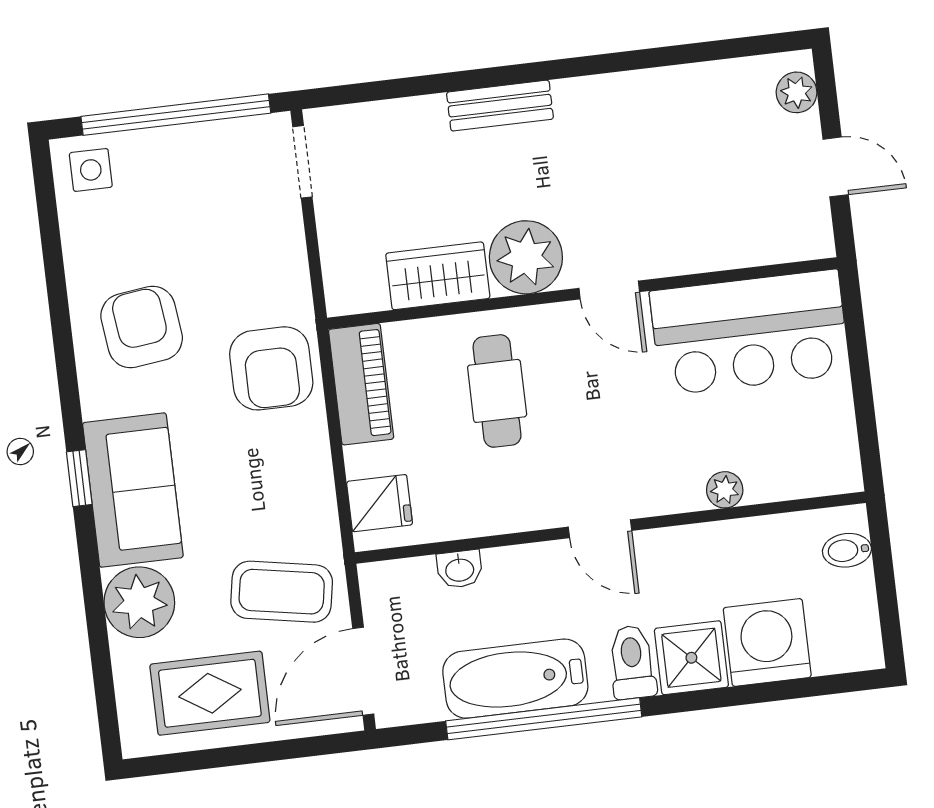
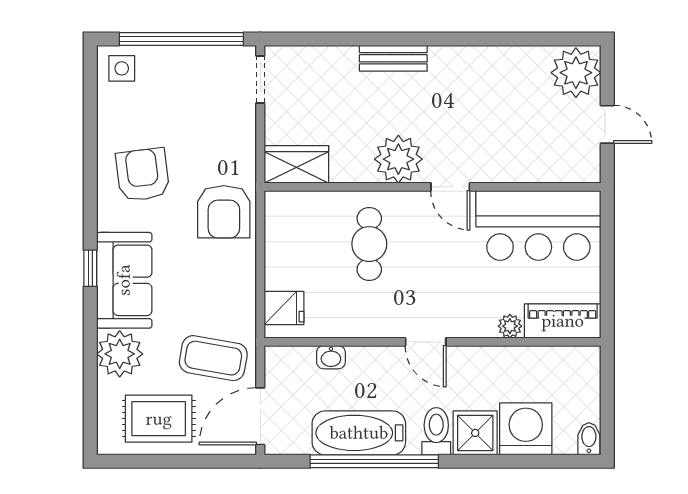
plant: (797, 92) -> (576, 73), width x1.88, depth x1.88
wardrobe: (438, 276) -> (296, 164), moved
piano: (361, 384) -> (563, 321), moved, turned -90
bidet: (847, 550) -> (589, 439), moved, turned 90

